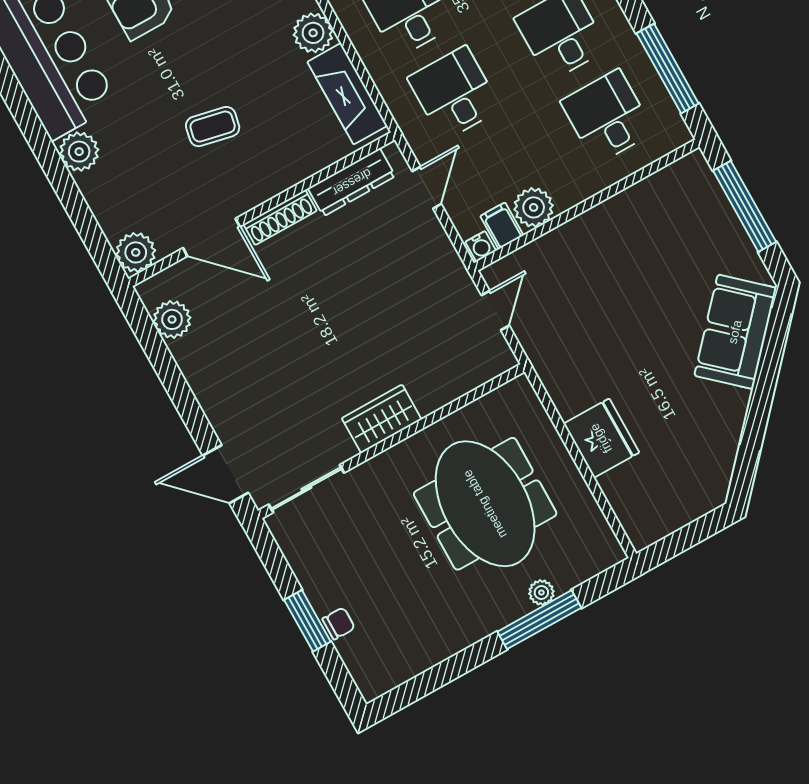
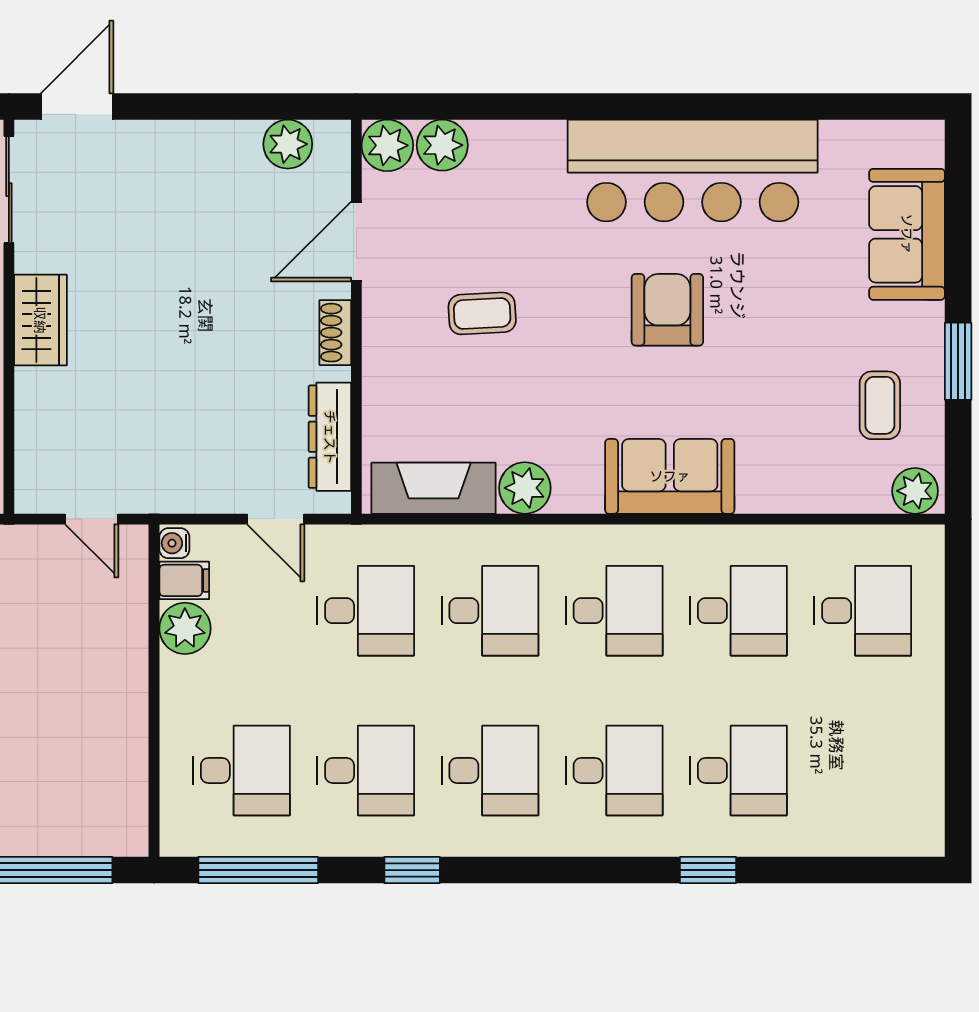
coffee table: (213, 127) -> (482, 313), turned 75
plant: (79, 152) -> (442, 145), moved
shoe rack: (280, 217) -> (335, 333), width x0.70

